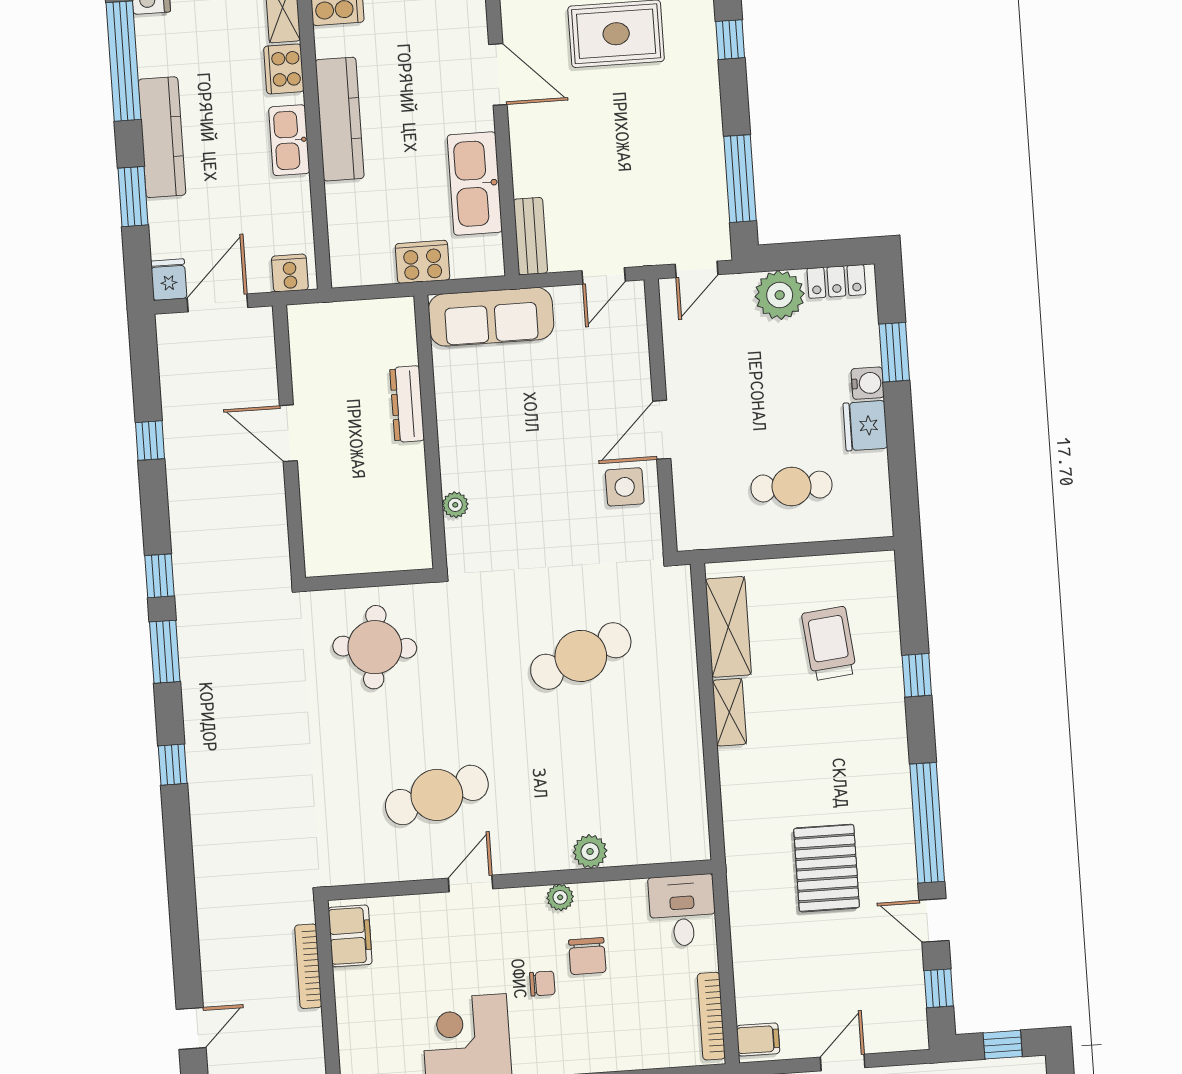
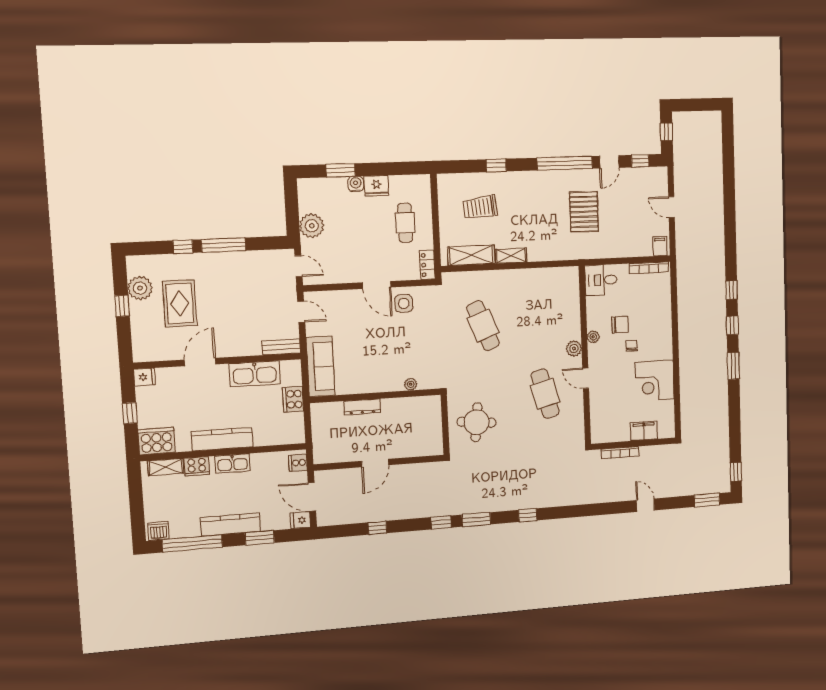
window: (740, 179) -> (224, 245), moved
locker: (836, 281) -> (427, 265), moved, turned 180
plant: (590, 851) -> (574, 349), moved
pallet: (827, 868) -> (584, 212), turned 90
filing cabinet: (350, 936) -> (644, 431), moved

